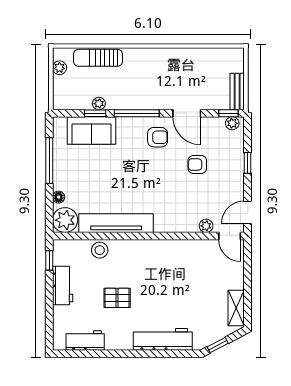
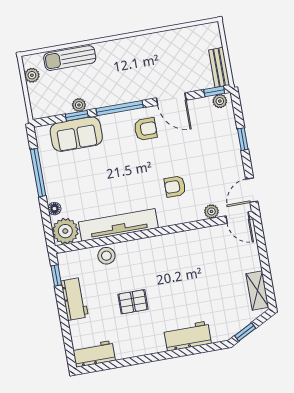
armchair: (197, 165) -> (175, 186), moved
workbench: (163, 339) -> (187, 336), width x0.73
workbench: (85, 340) -> (94, 354), moved

